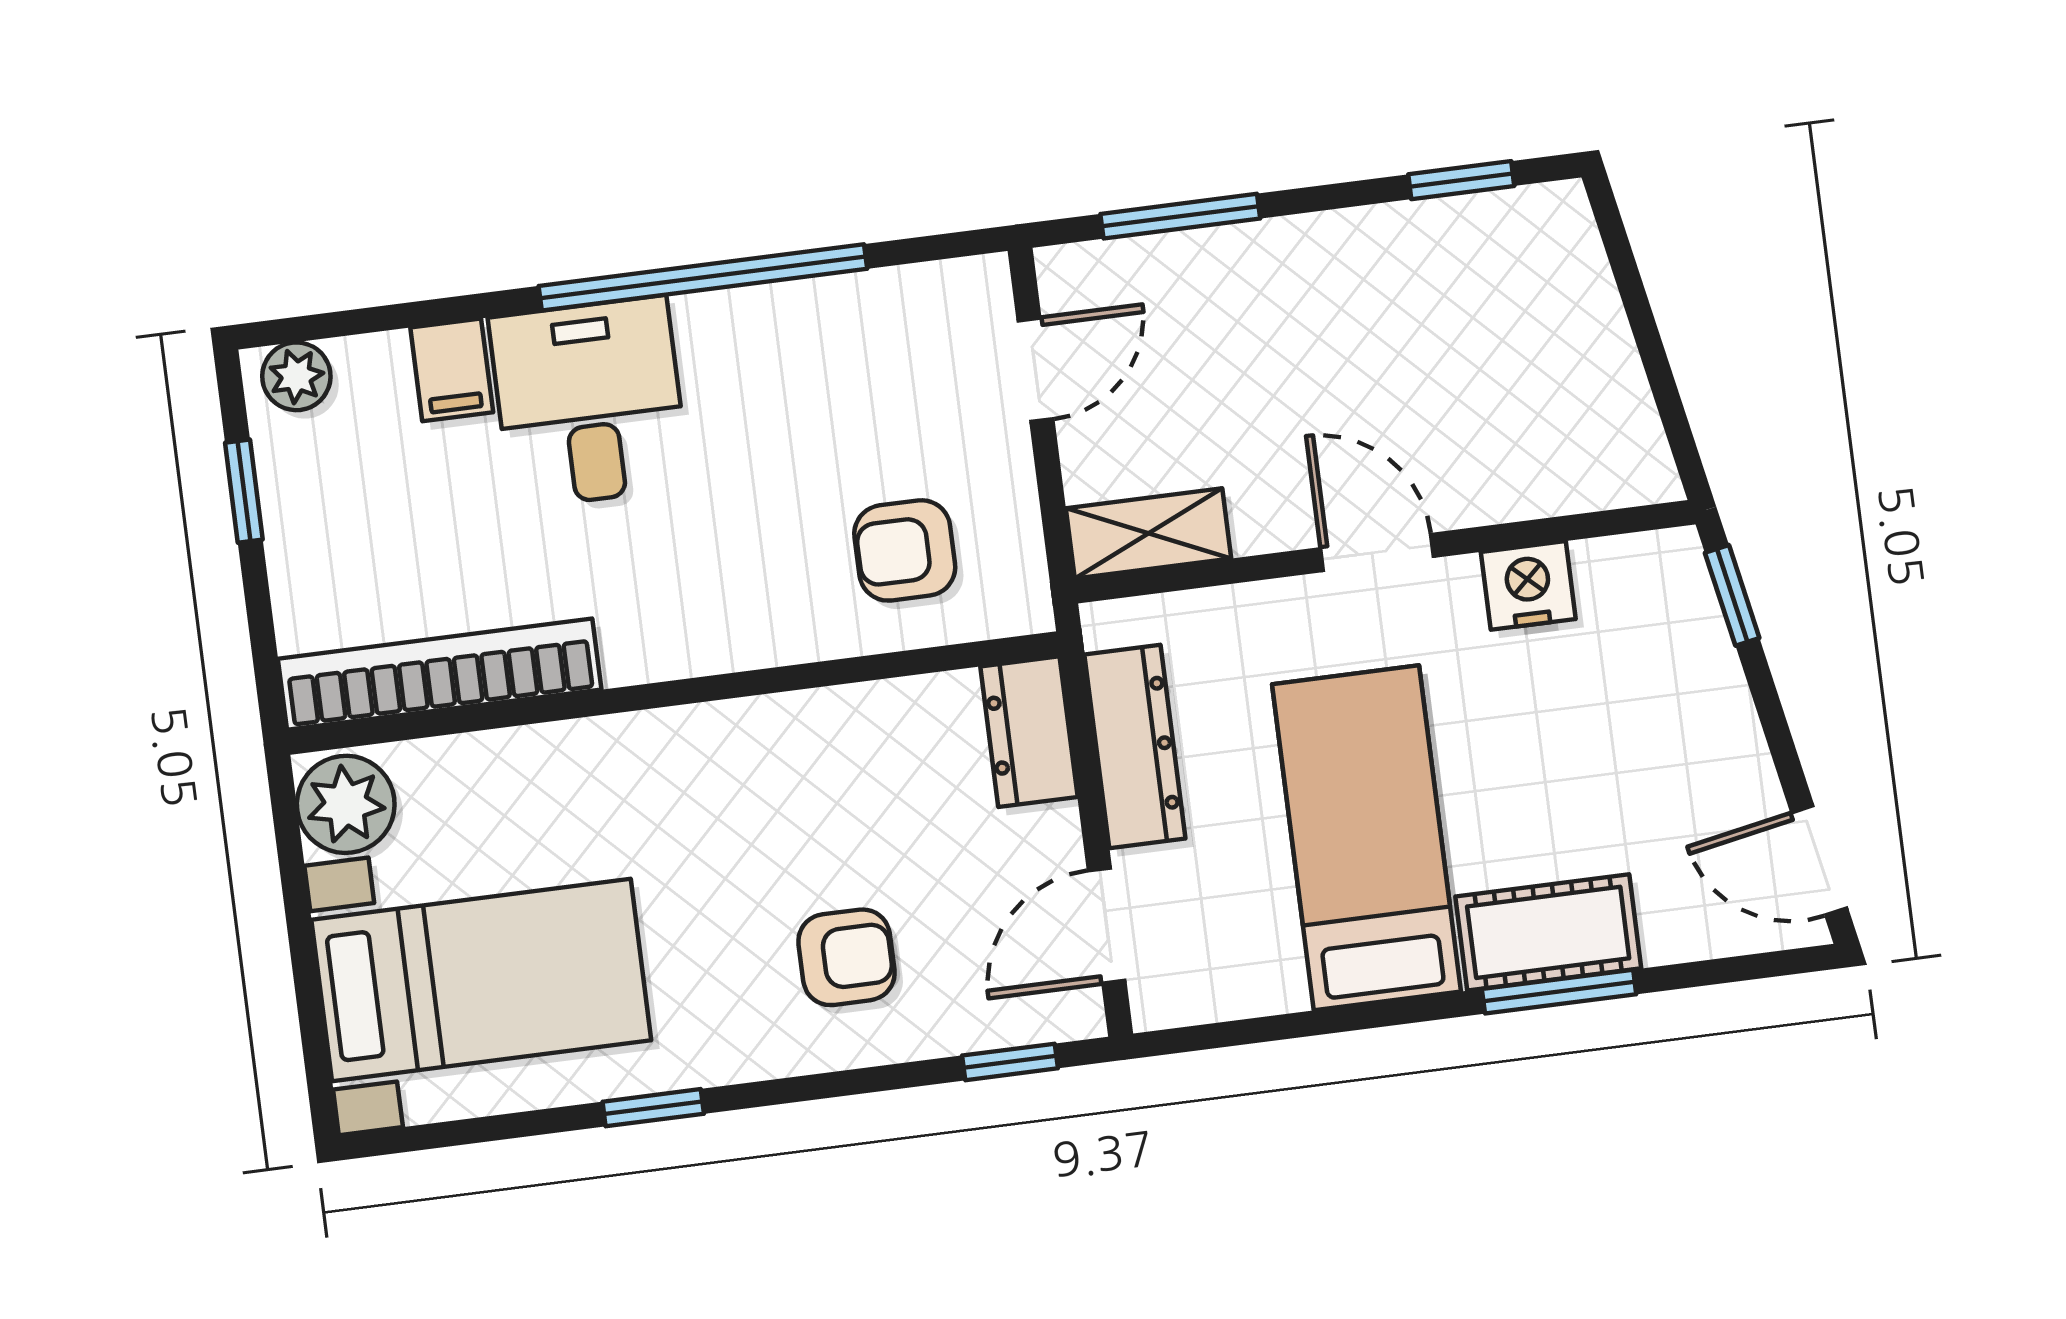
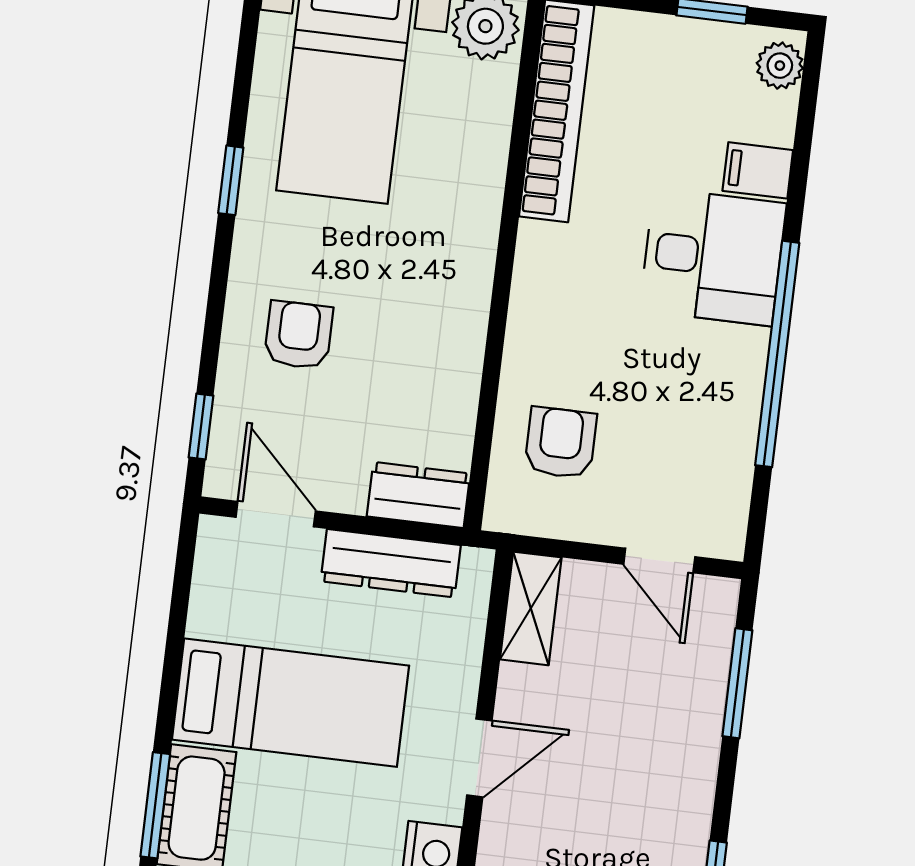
armchair: (846, 957) -> (299, 335), turned 180

